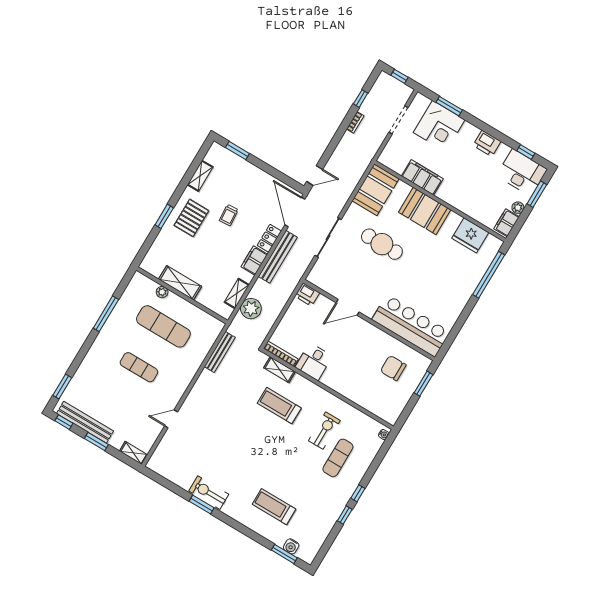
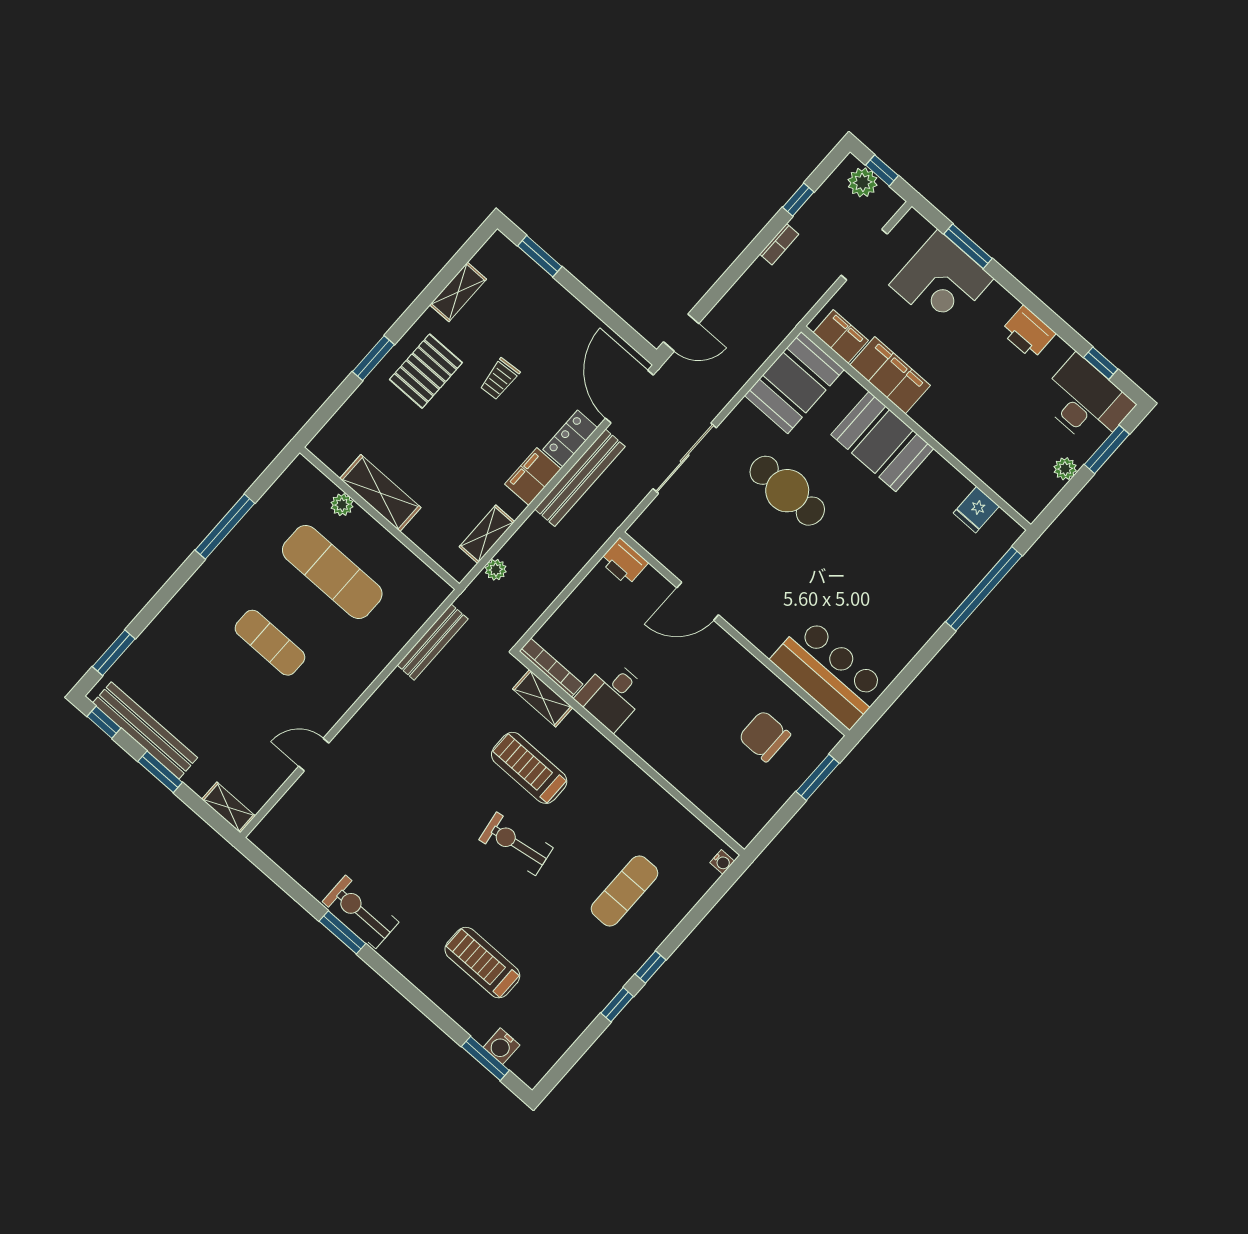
plant: (391, 84) -> (863, 182), added
filing cabinet: (507, 223) -> (841, 337), moved, turned 90
fridge: (470, 235) -> (976, 510), width x0.53, depth x0.75
plant: (251, 309) -> (496, 570), width x0.53, depth x0.53
bar counter: (411, 326) -> (829, 673), width x0.73
exercise bike: (324, 431) -> (516, 844), moved, turned -99

